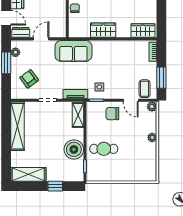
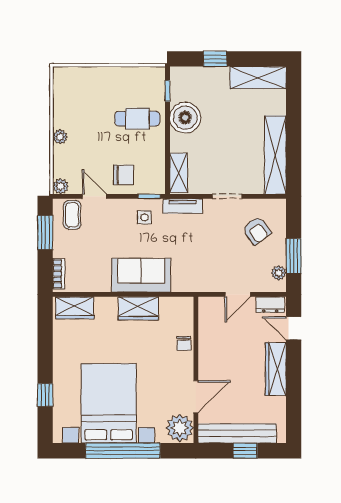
sofa: (73, 51) -> (141, 275), moved

